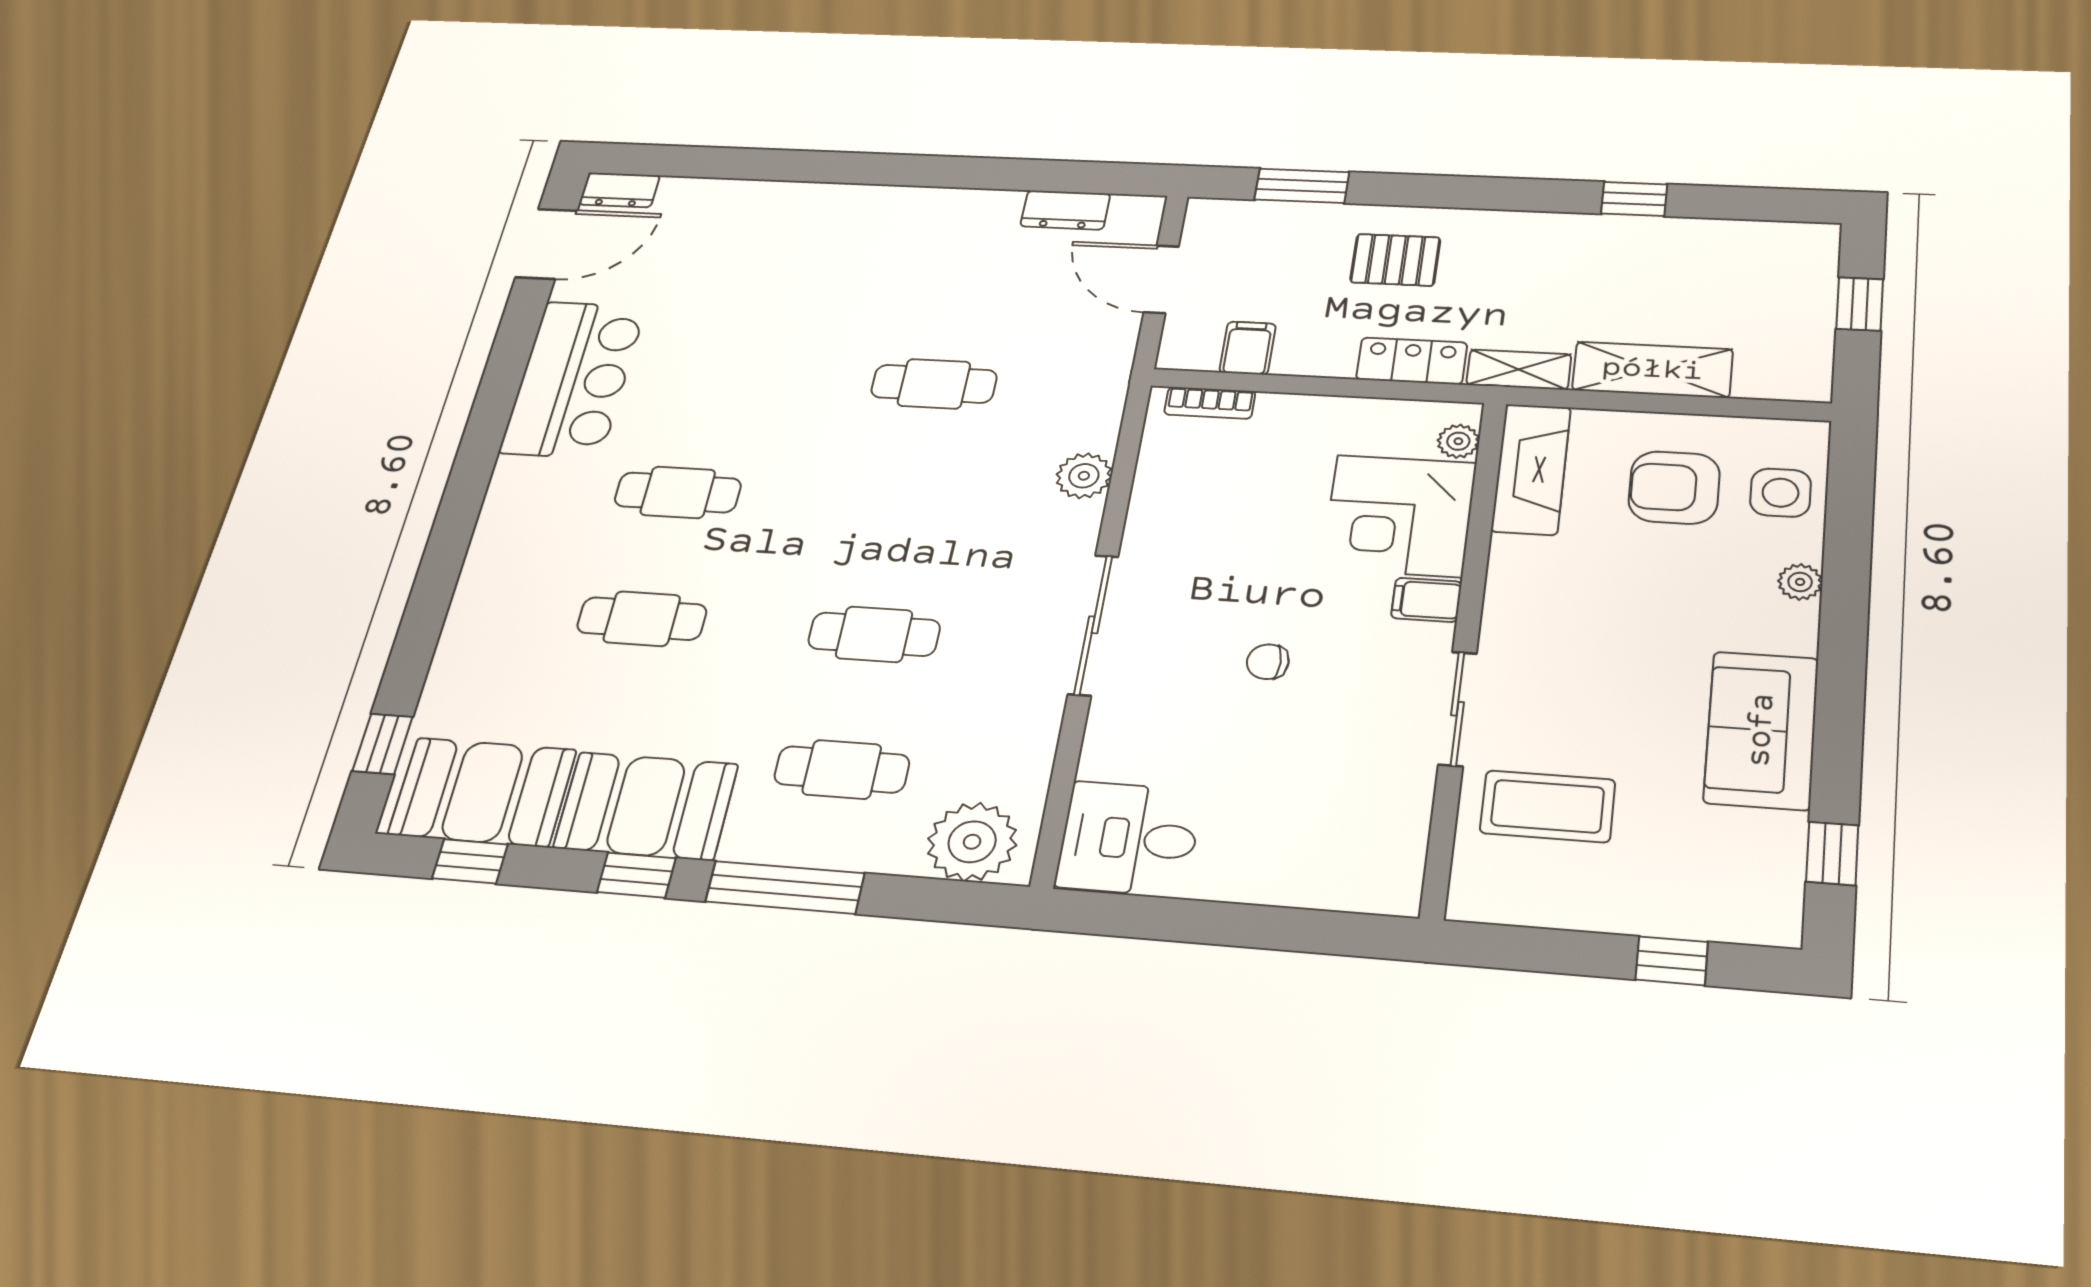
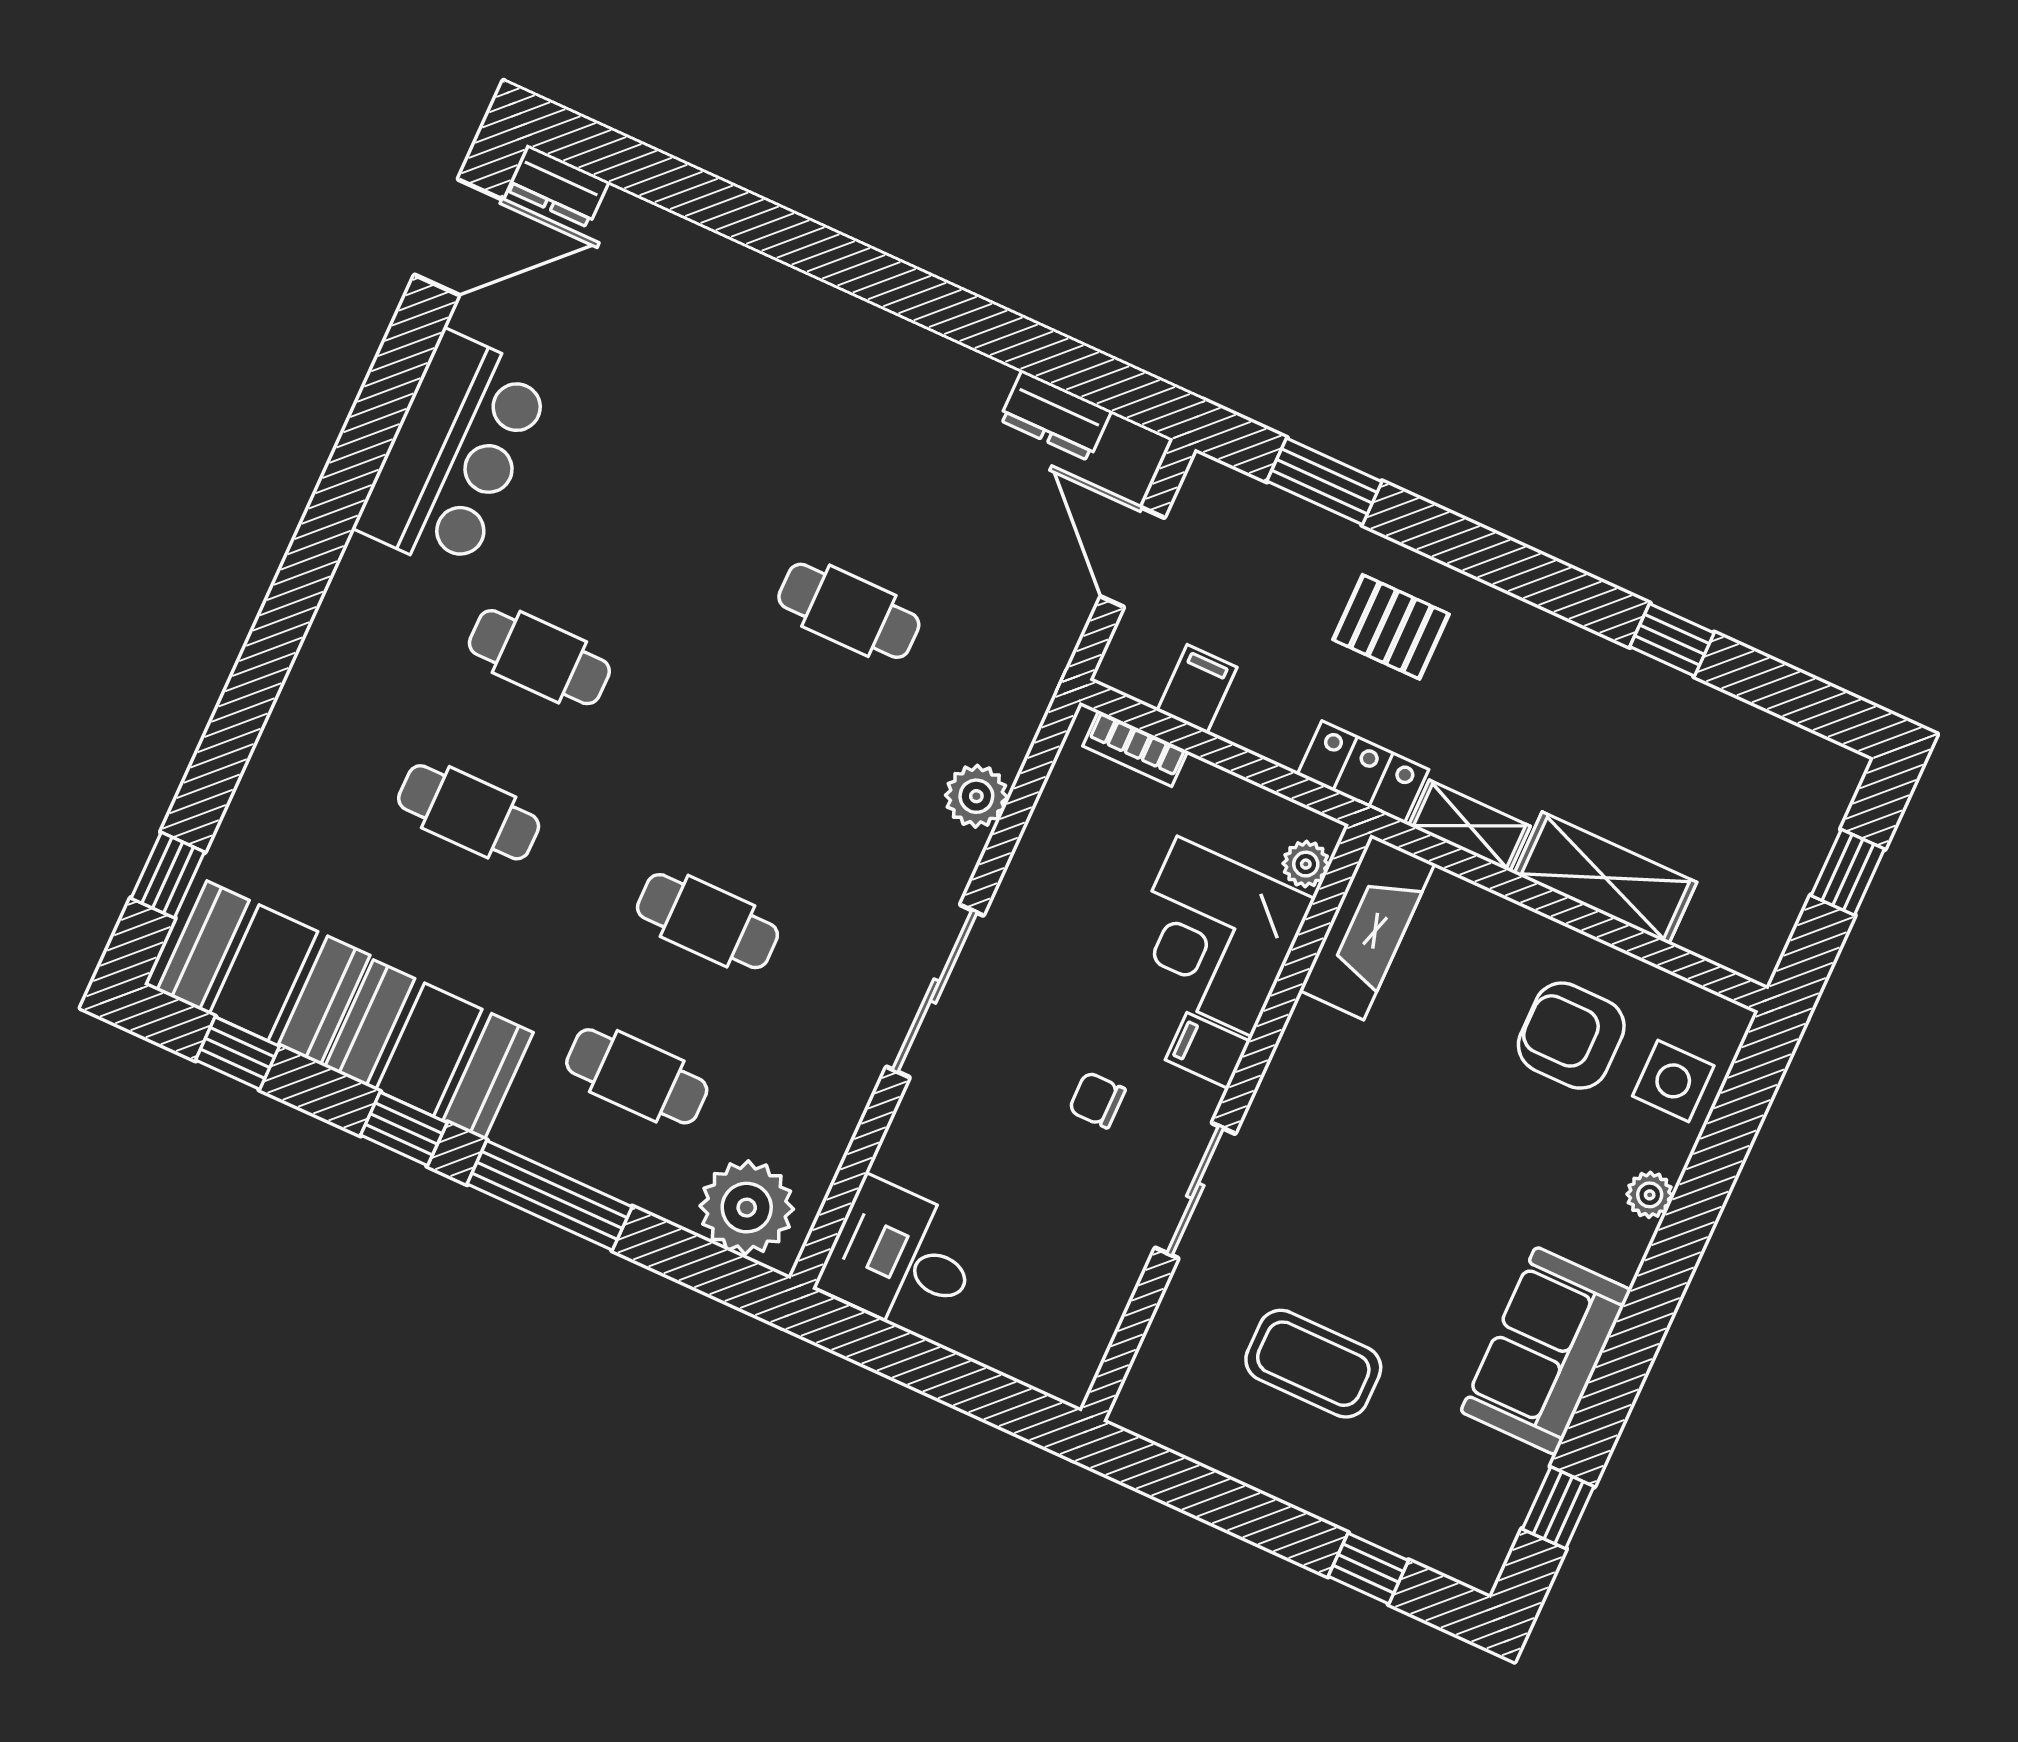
plant: (1458, 441) -> (1306, 864), moved
fireplace: (1531, 469) -> (1367, 927), moved
corner desk: (1399, 516) -> (1215, 936), moved
filing cabinet: (1426, 600) -> (1208, 1051), moved
wall: (1465, 649) -> (1226, 1123), moved
sliding door: (1458, 709) -> (1195, 1191), moved

